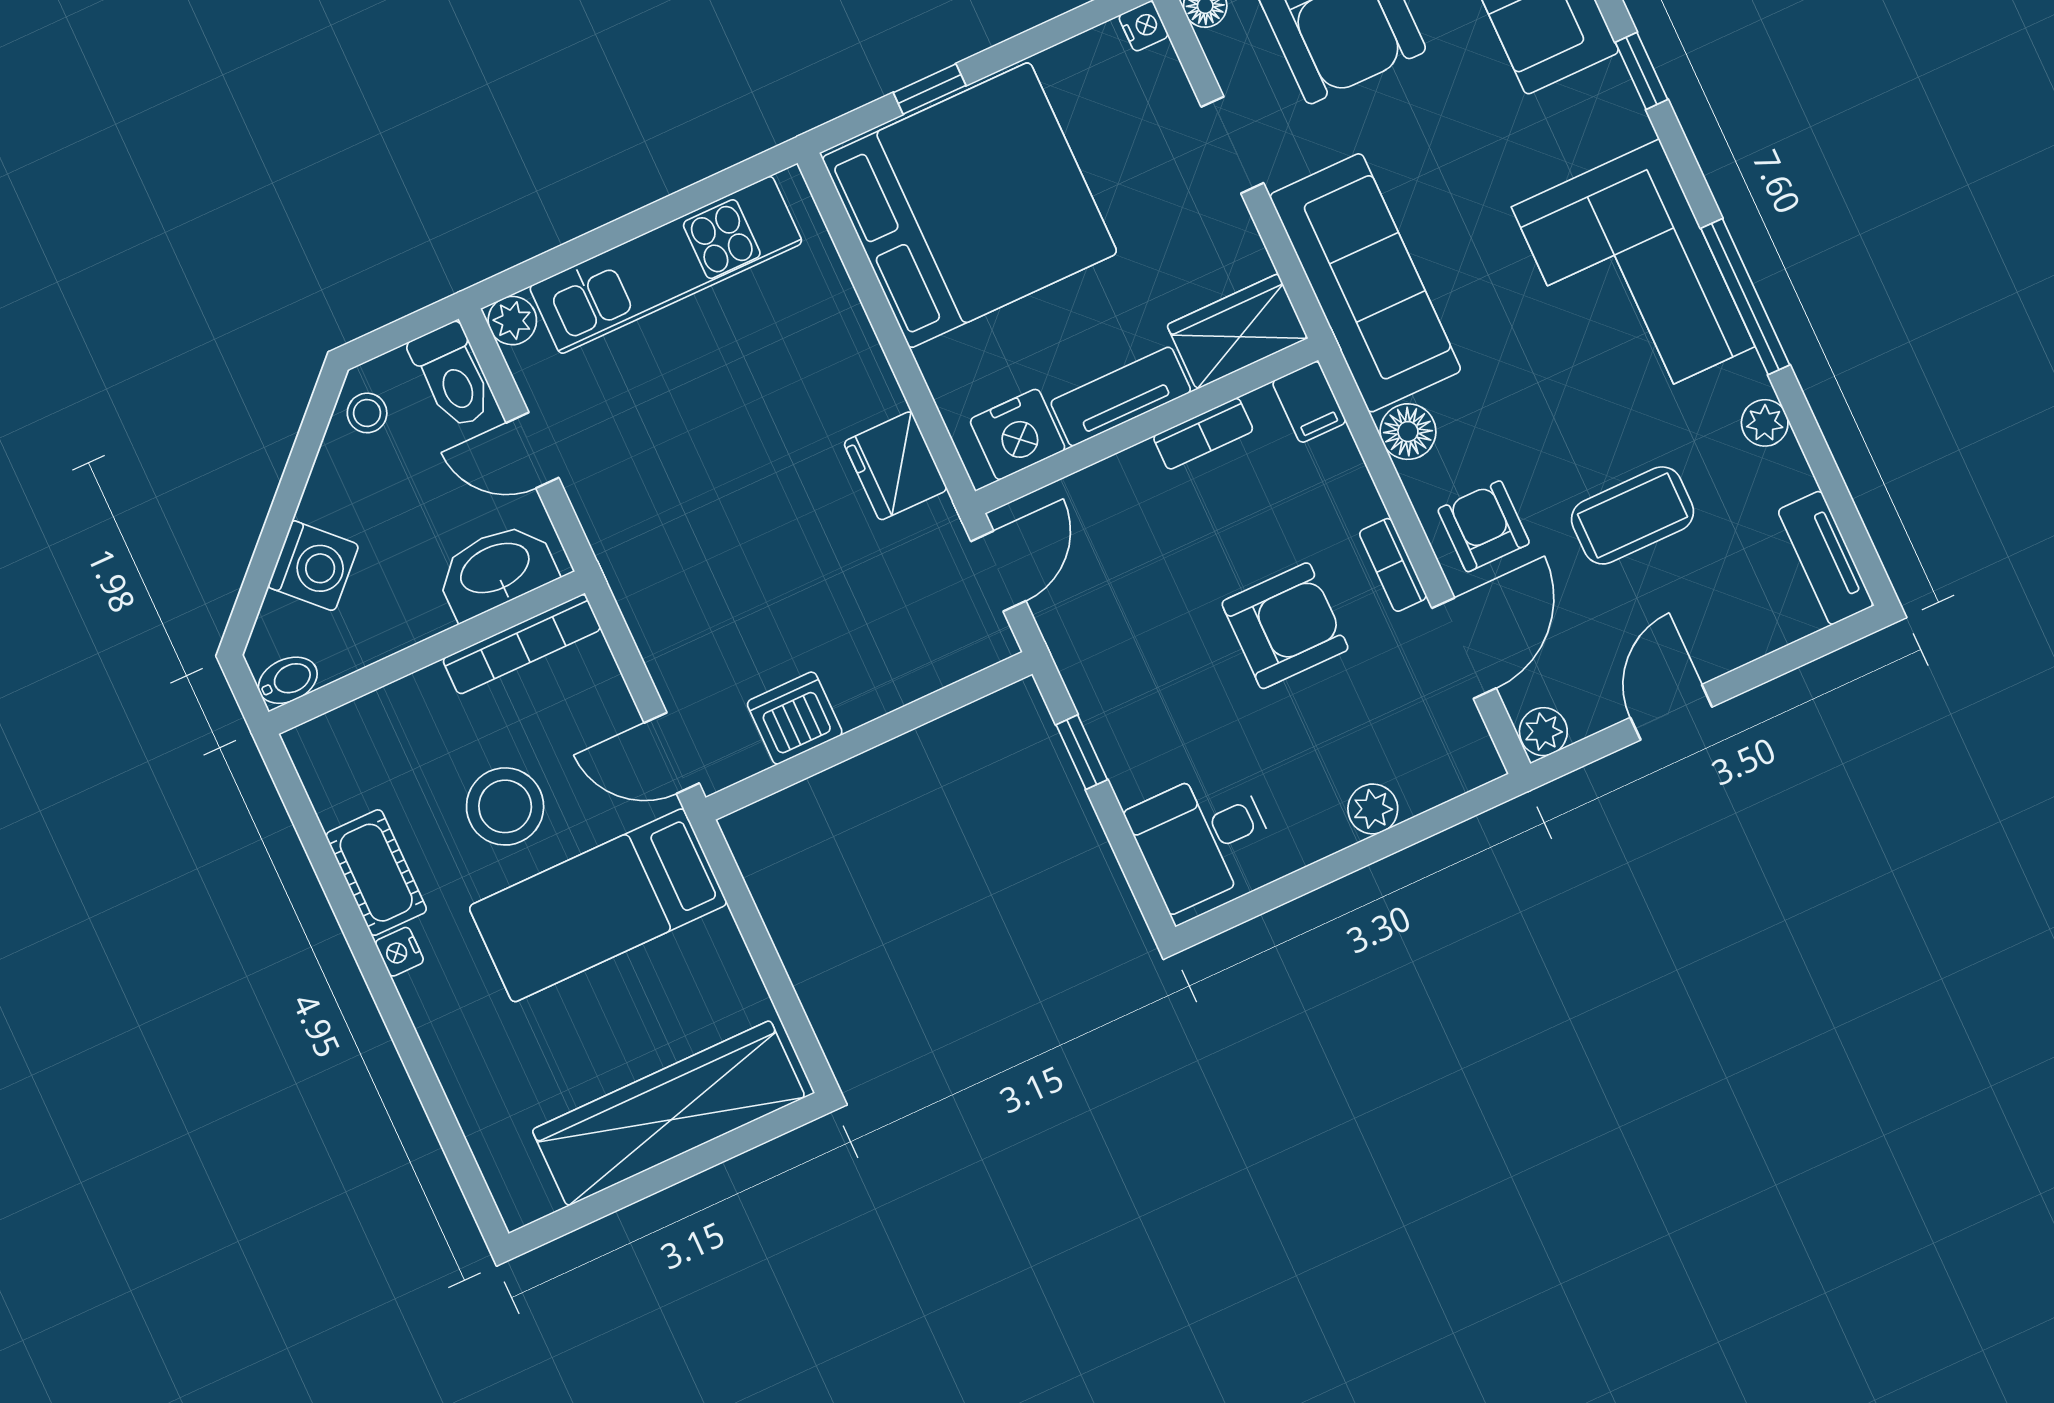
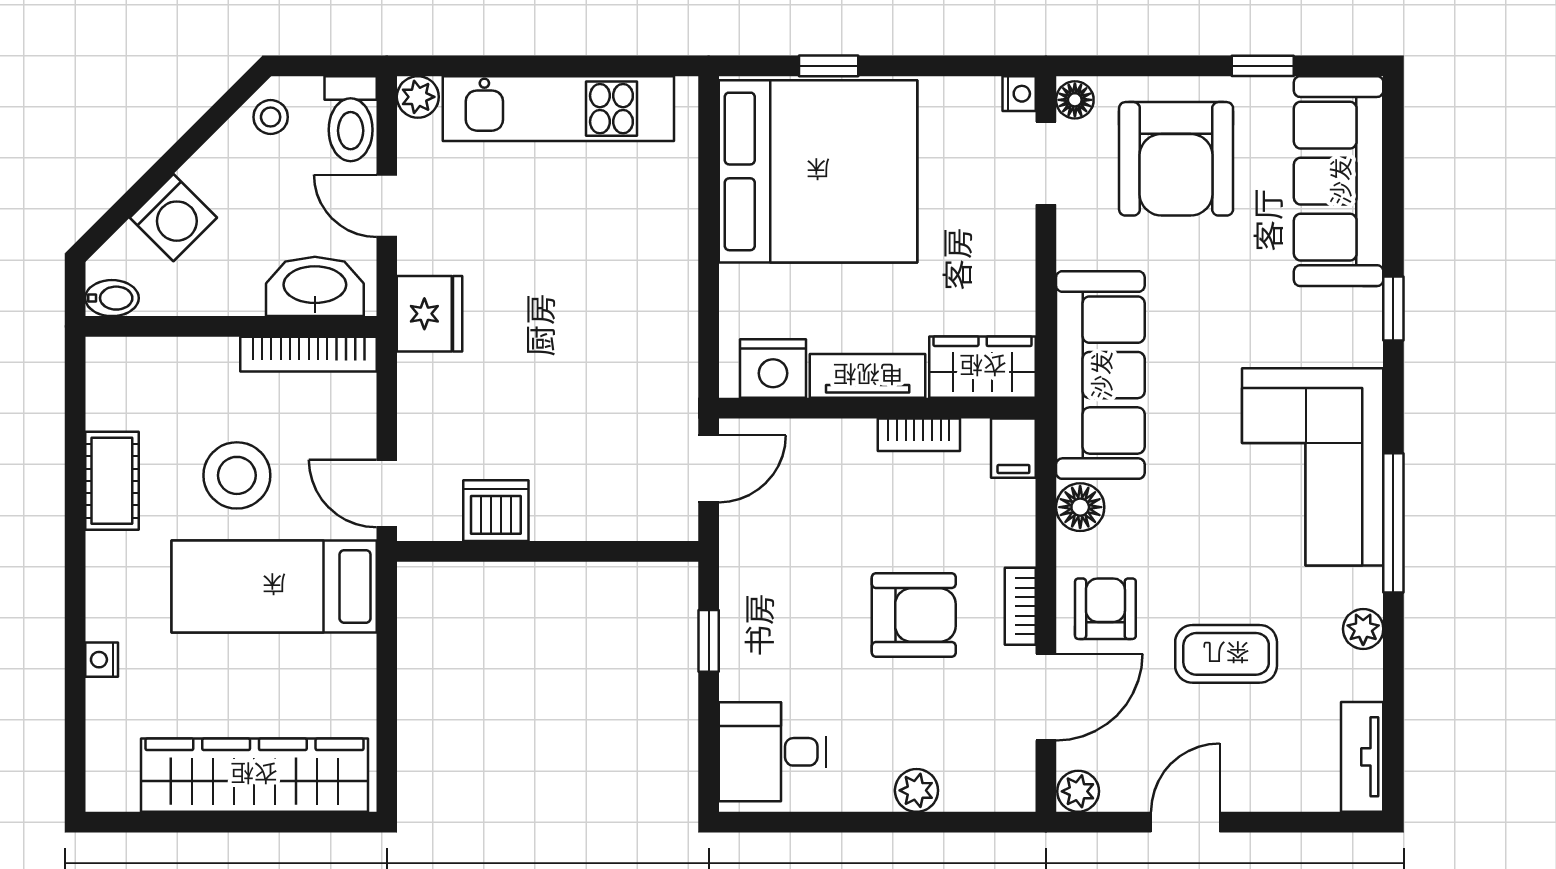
doorway: (1232, 145) -> (1046, 163), moved
fridge: (895, 466) -> (430, 314), moved, turned 180
nightstand: (399, 952) -> (102, 660), moved

